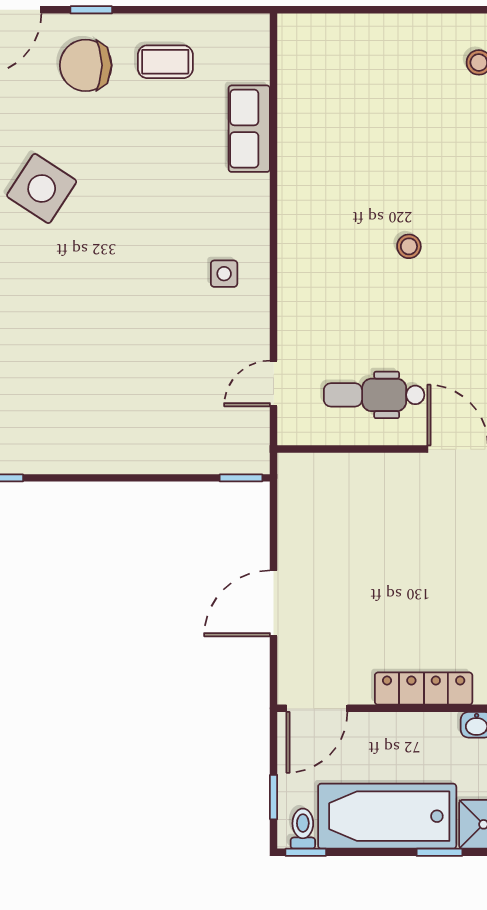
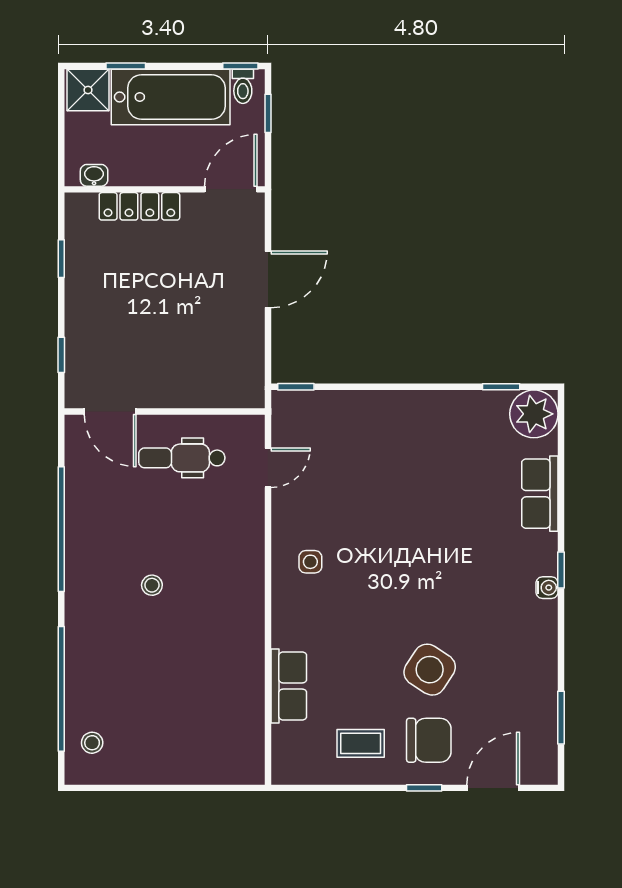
side table: (42, 188) -> (430, 670), moved
dental chair: (374, 395) -> (182, 458), turned 180

